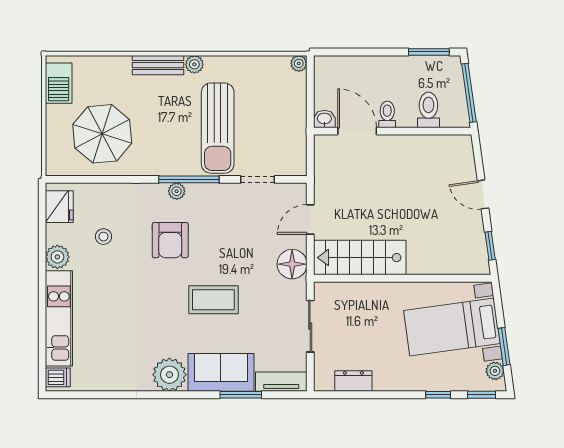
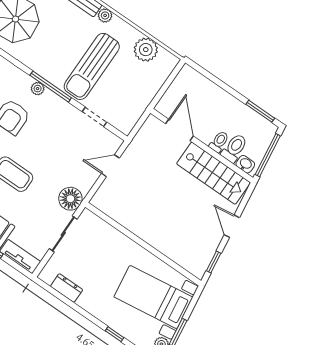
plant: (299, 63) -> (146, 50), moved, width x1.87, depth x1.87
toilet: (387, 114) -> (219, 142), moved
washbasin: (324, 119) -> (245, 164), moved
stairs: (360, 258) -> (214, 173), moved, turned 180
floor lamp: (292, 264) -> (70, 199), moved

